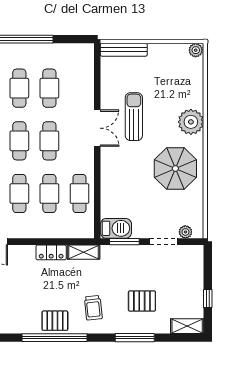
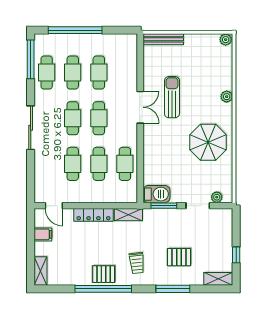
plant: (191, 122) -> (227, 97), width x0.53, depth x0.53
locker: (51, 252) -> (93, 215), width x1.53

